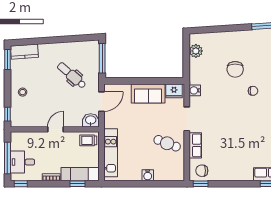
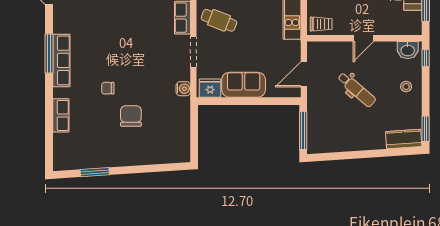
plant: (196, 51) -> (182, 140), removed
dental chair: (72, 75) -> (357, 90), moved
washbasin: (91, 120) -> (408, 50), moved

